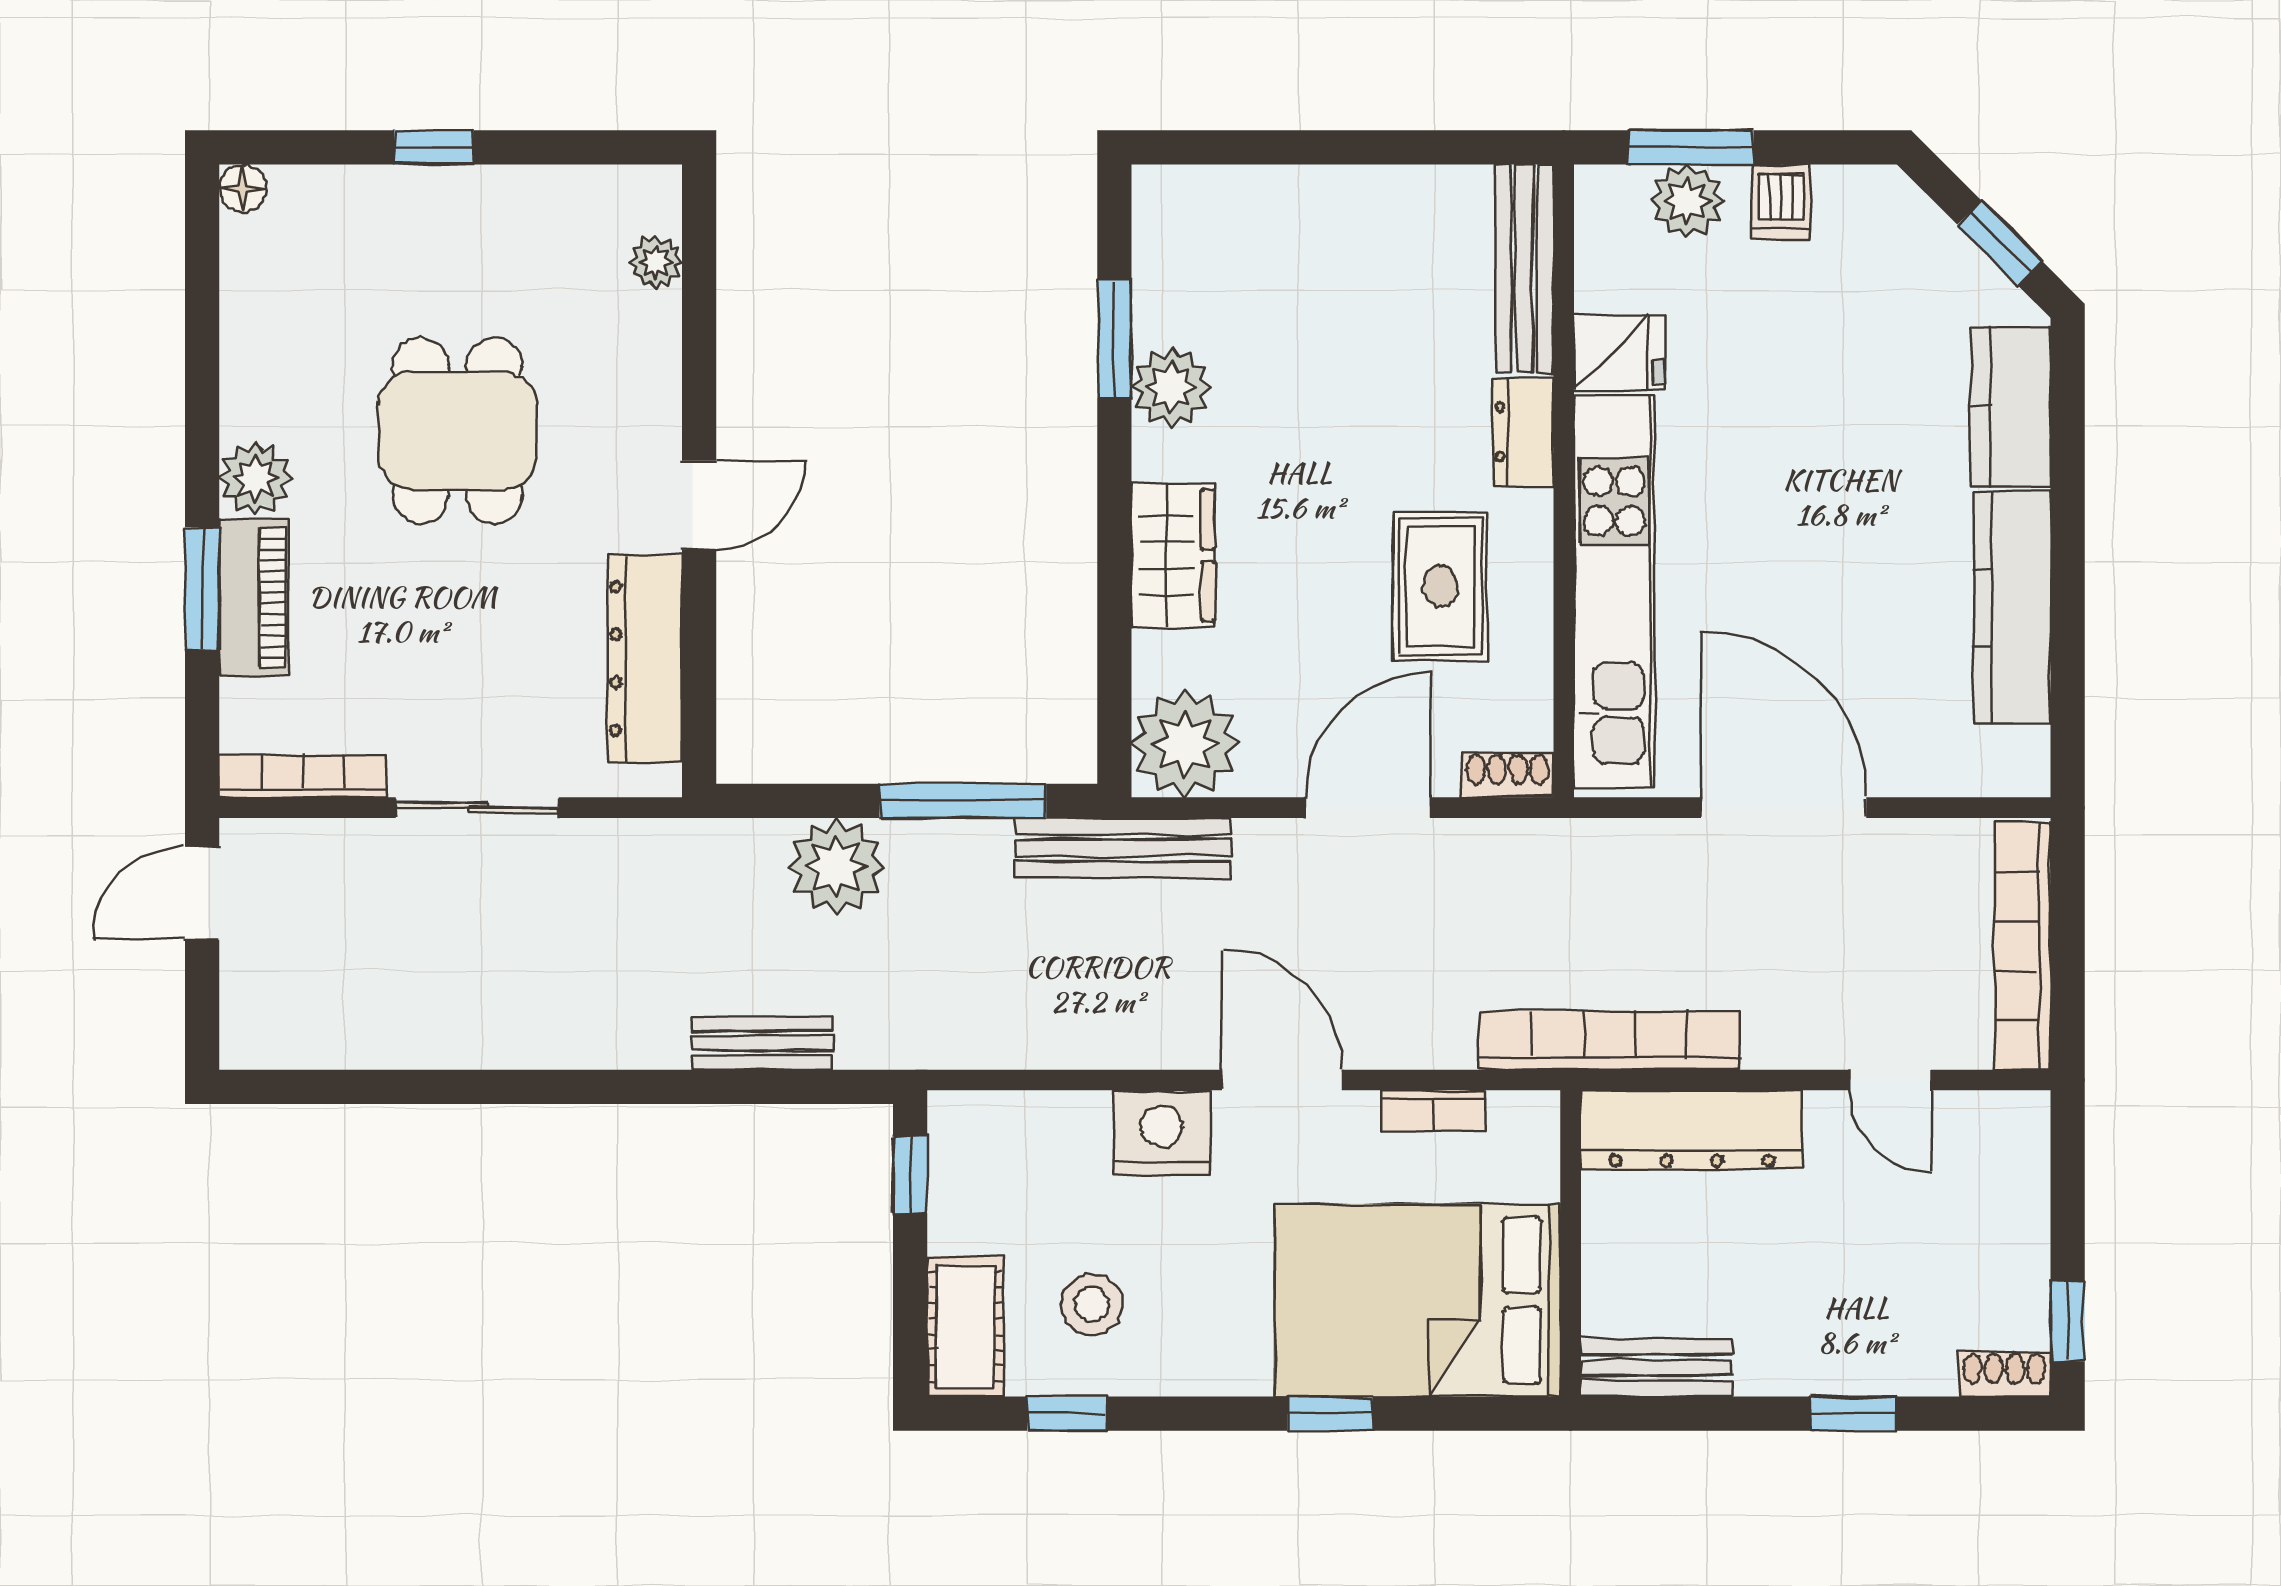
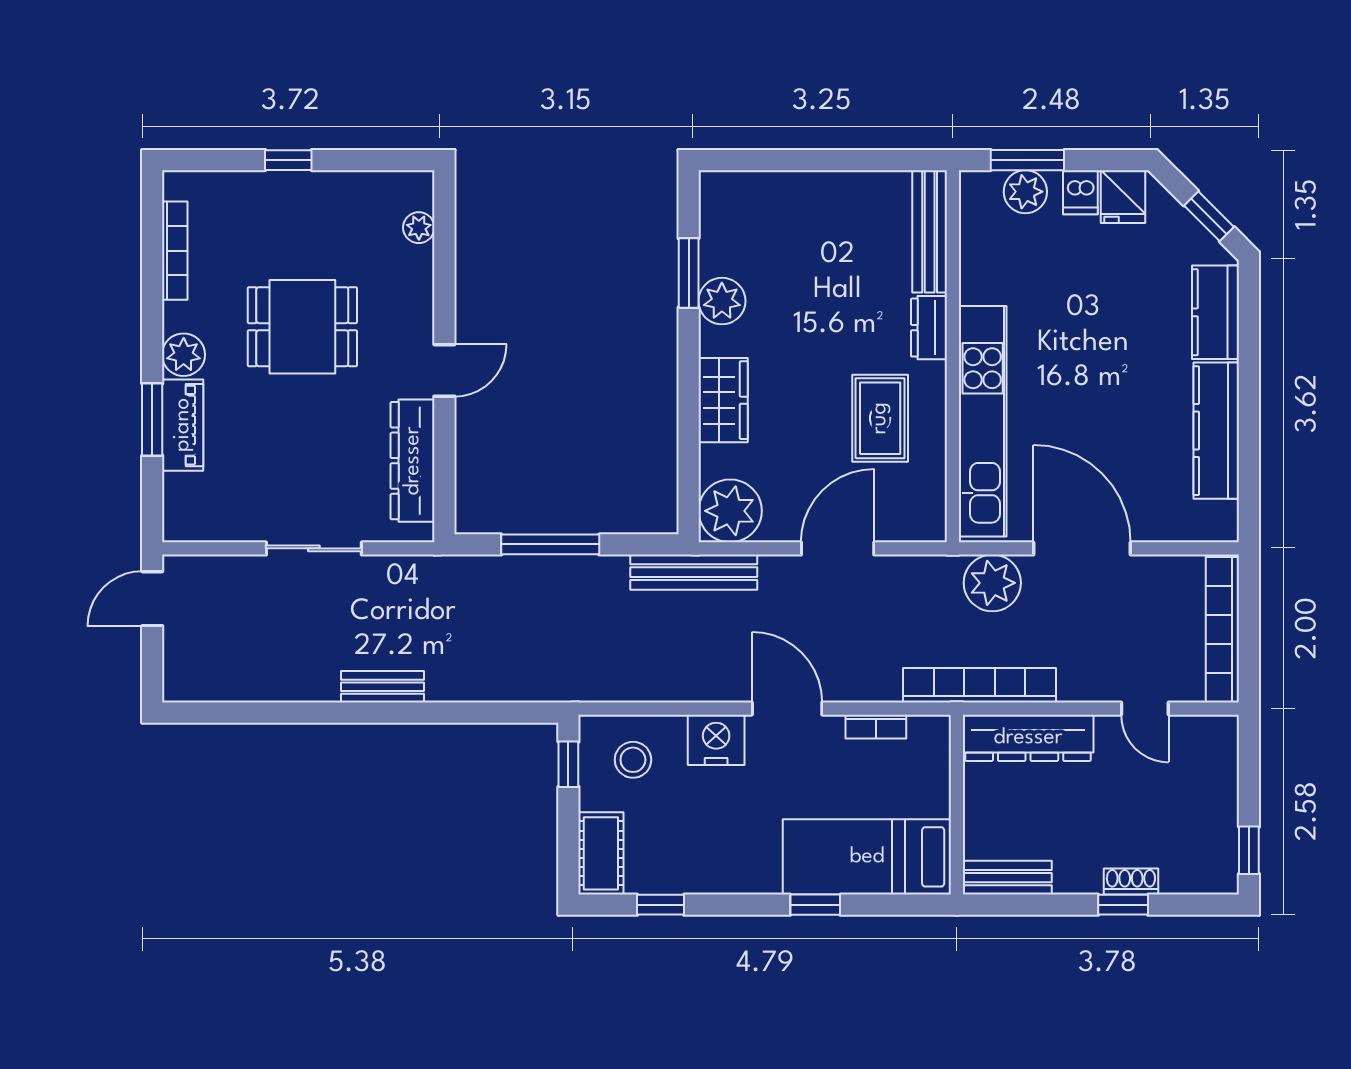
floor lamp: (243, 188) -> (176, 184), removed
fridge: (1619, 352) -> (1123, 197), moved, turned 90
dining table: (458, 431) -> (302, 327), turned 90
shoe rack: (1508, 775) -> (920, 529), removed
bookcase: (303, 776) -> (175, 251), moved, turned 90
window: (963, 801) -> (550, 544), moved
plant: (836, 866) -> (992, 583), moved
bench: (762, 1043) -> (382, 687), moved
bed: (1418, 1300) -> (867, 857), width x0.67
stool: (1092, 1304) -> (633, 760), moved
shoe rack: (2004, 1374) -> (1131, 881), moved

